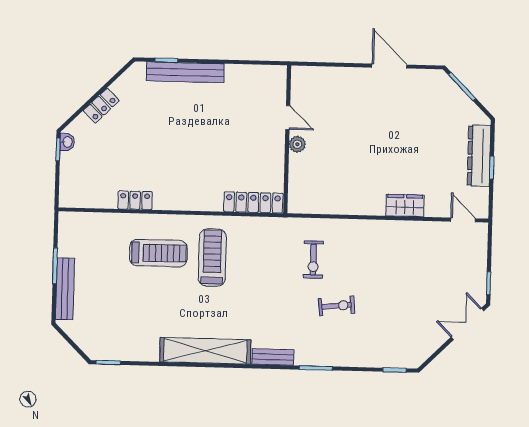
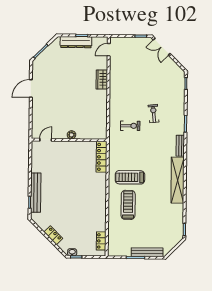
door: (288, 118) -> (46, 140), moved
locker: (135, 200) -> (101, 241), moved

